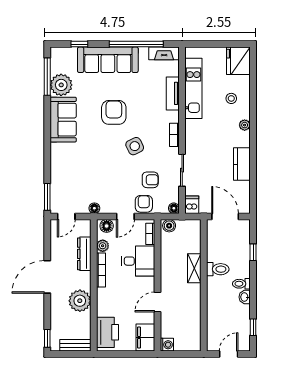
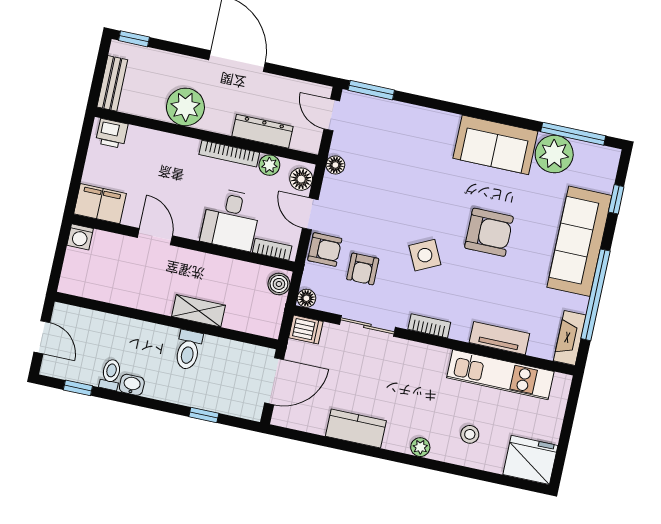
toilet: (241, 284) -> (111, 375), moved
printer: (108, 332) -> (112, 133), width x0.53, depth x0.68

